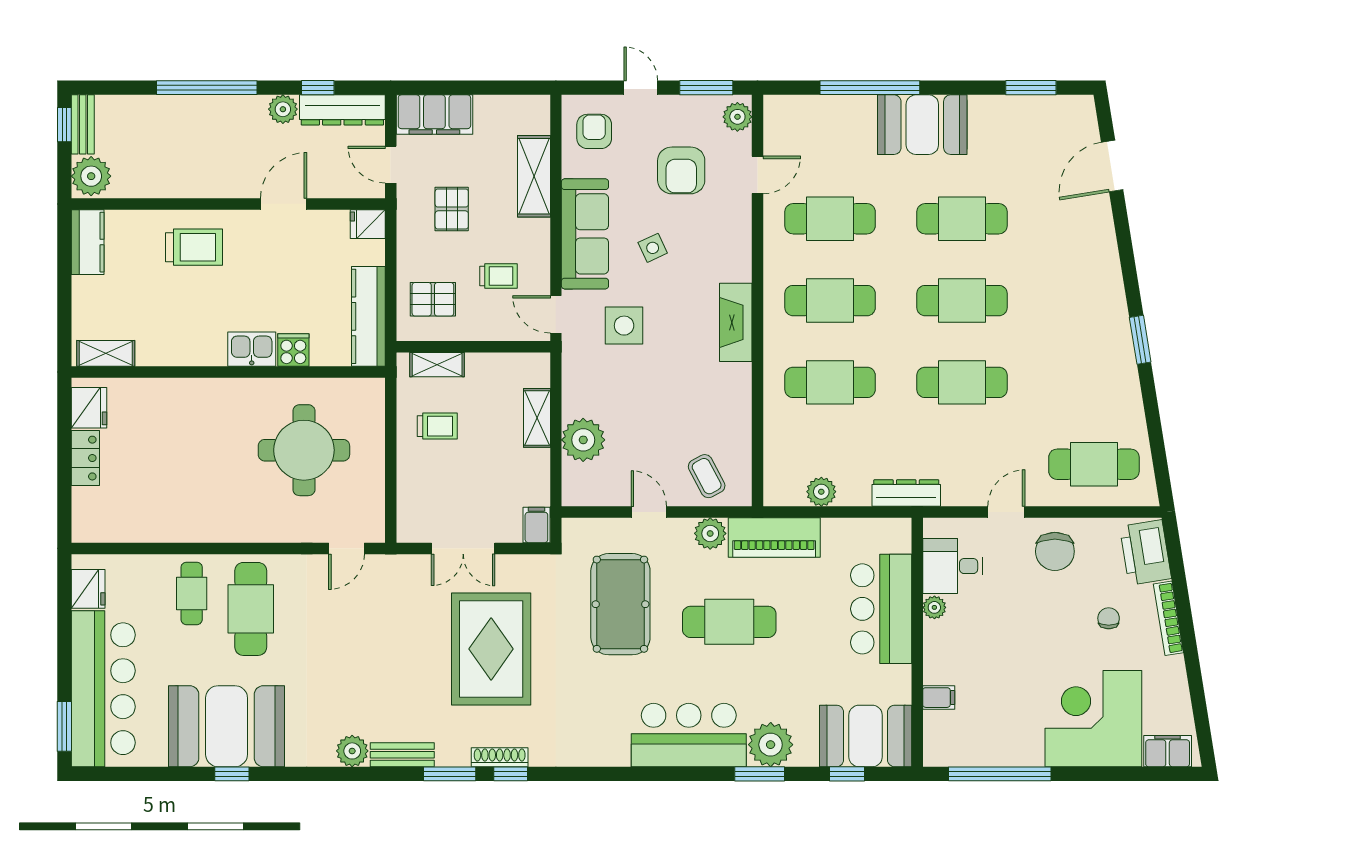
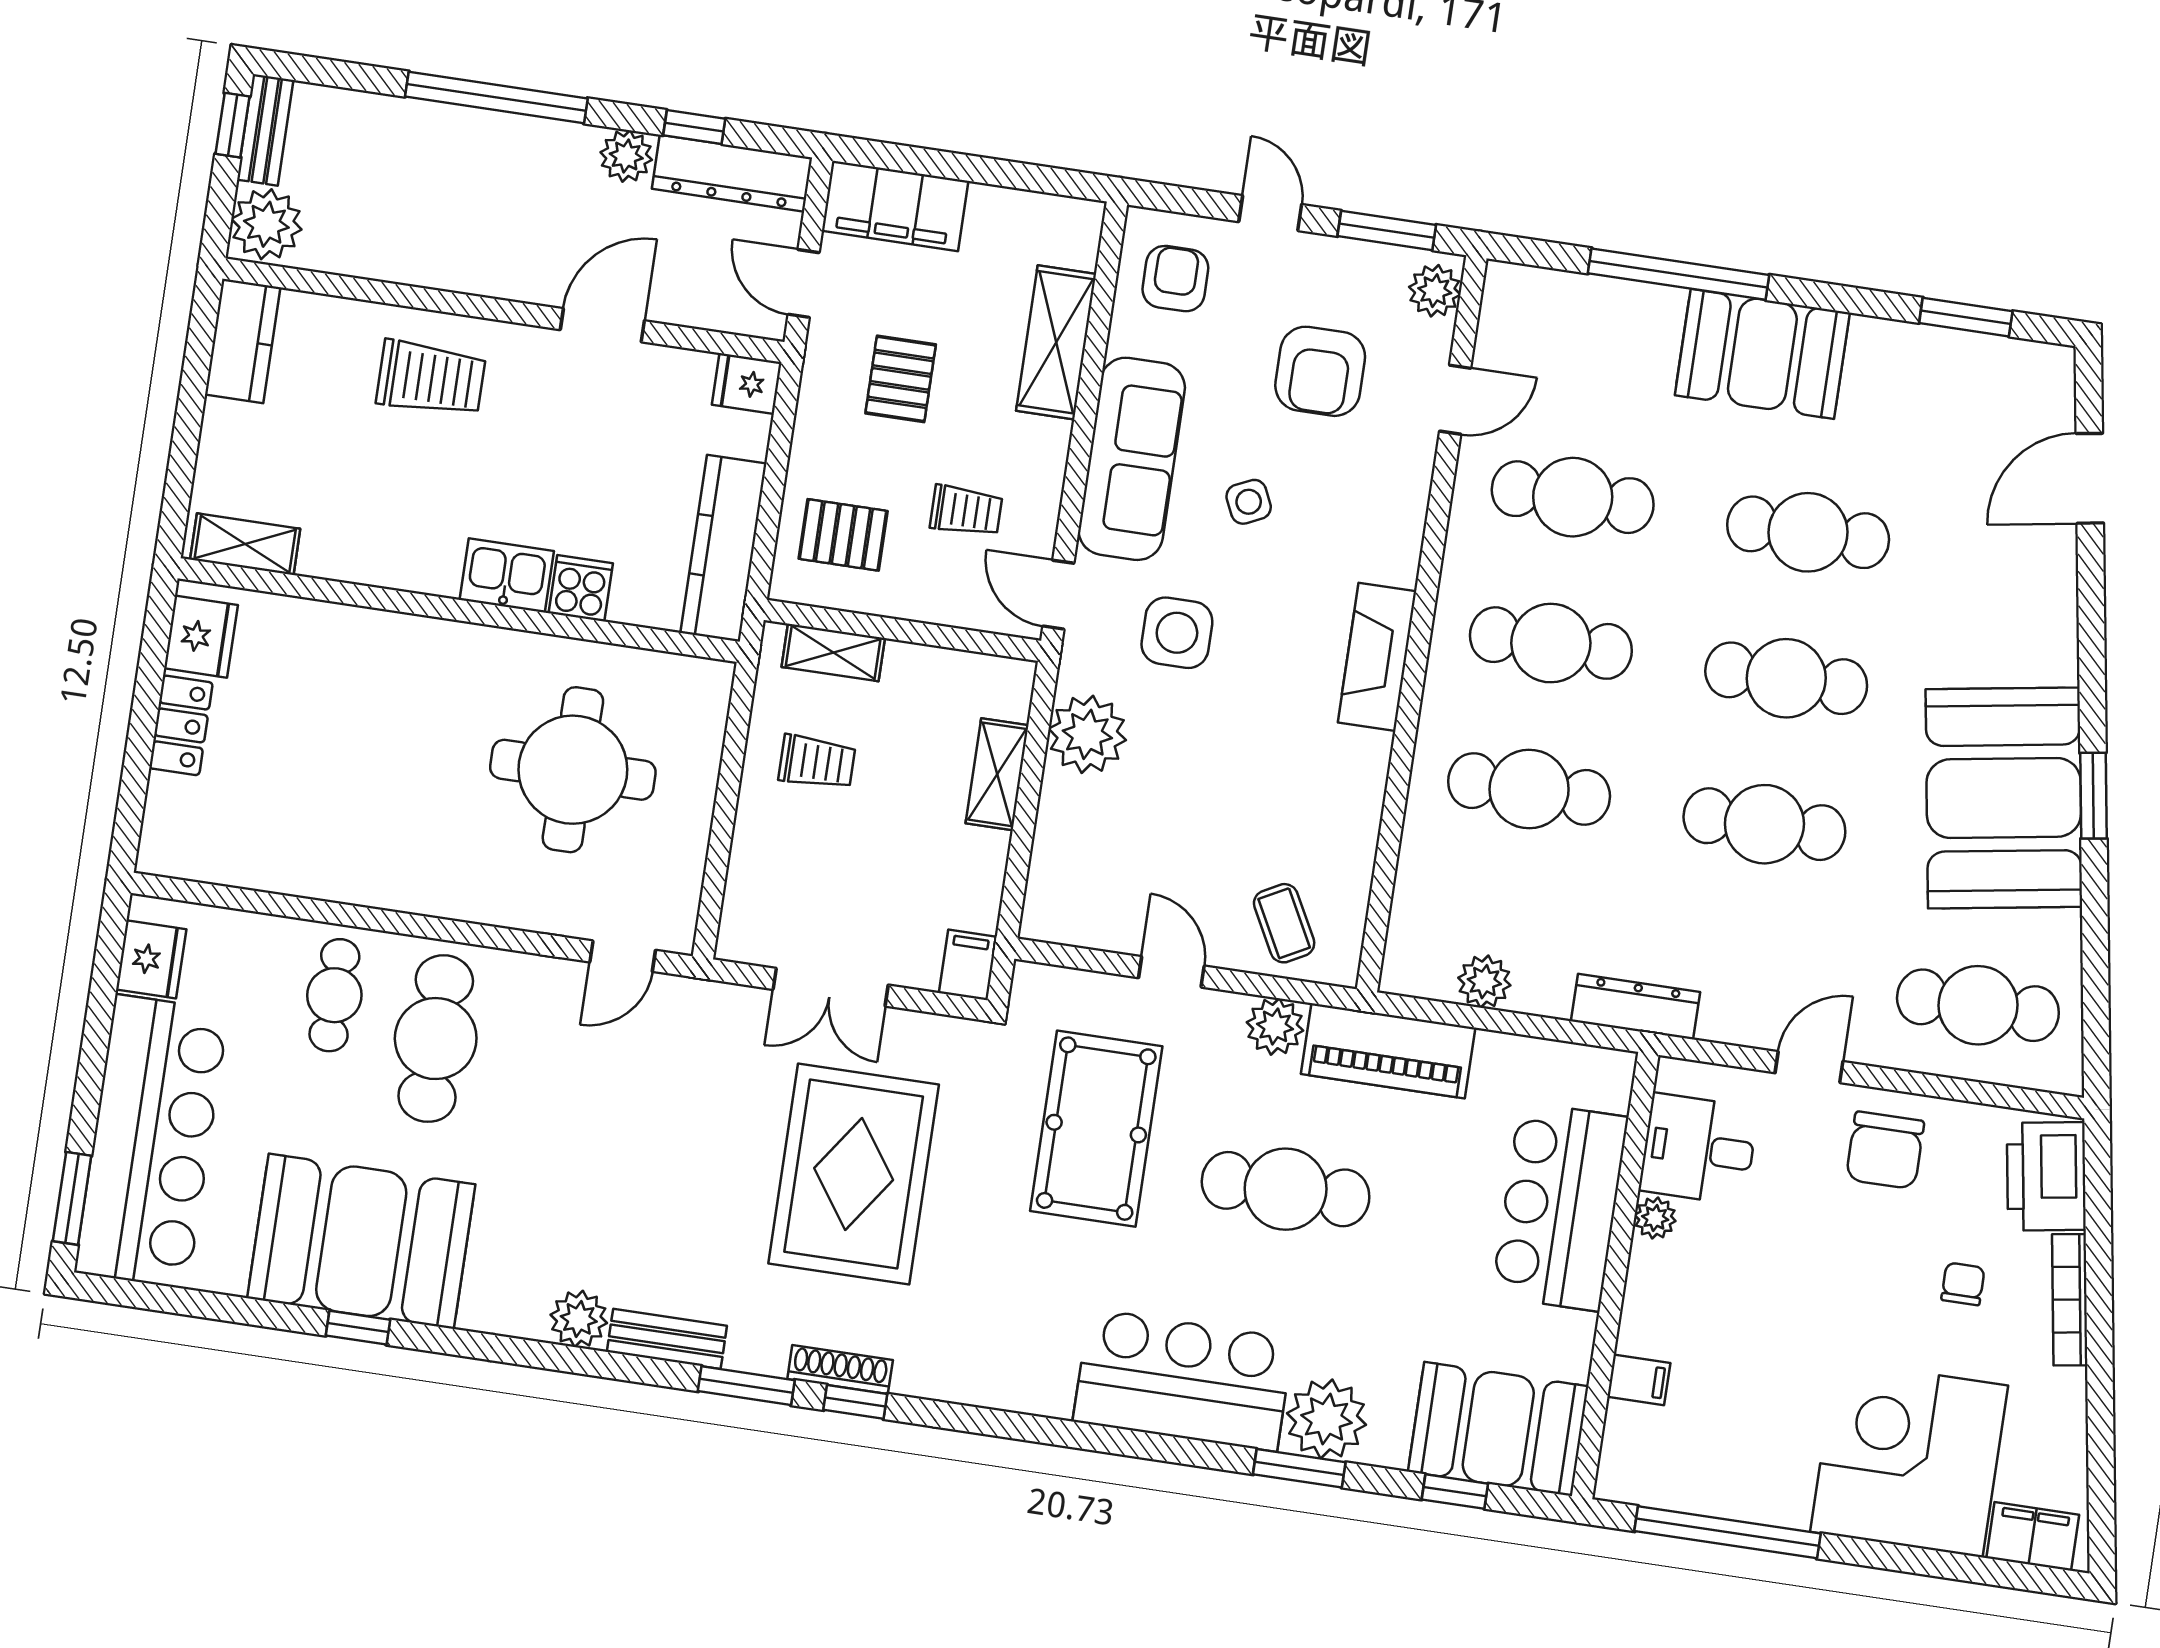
booth: (1091, 348) -> (2004, 798), added
plant: (583, 440) -> (1087, 734), moved

